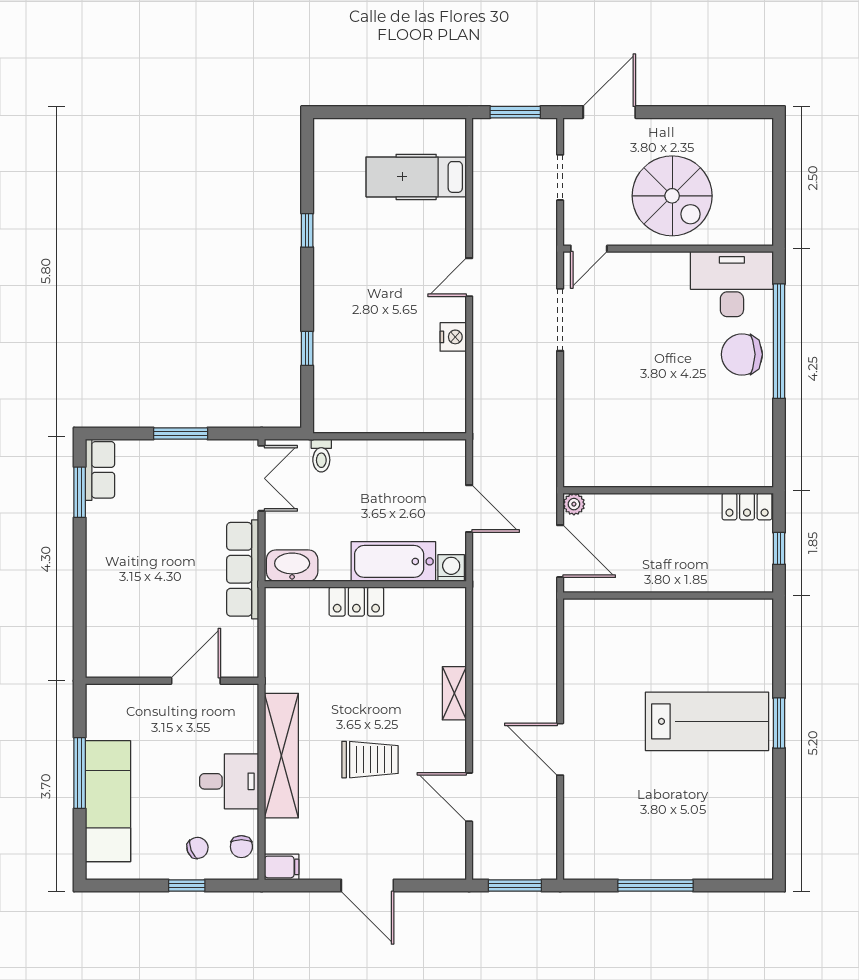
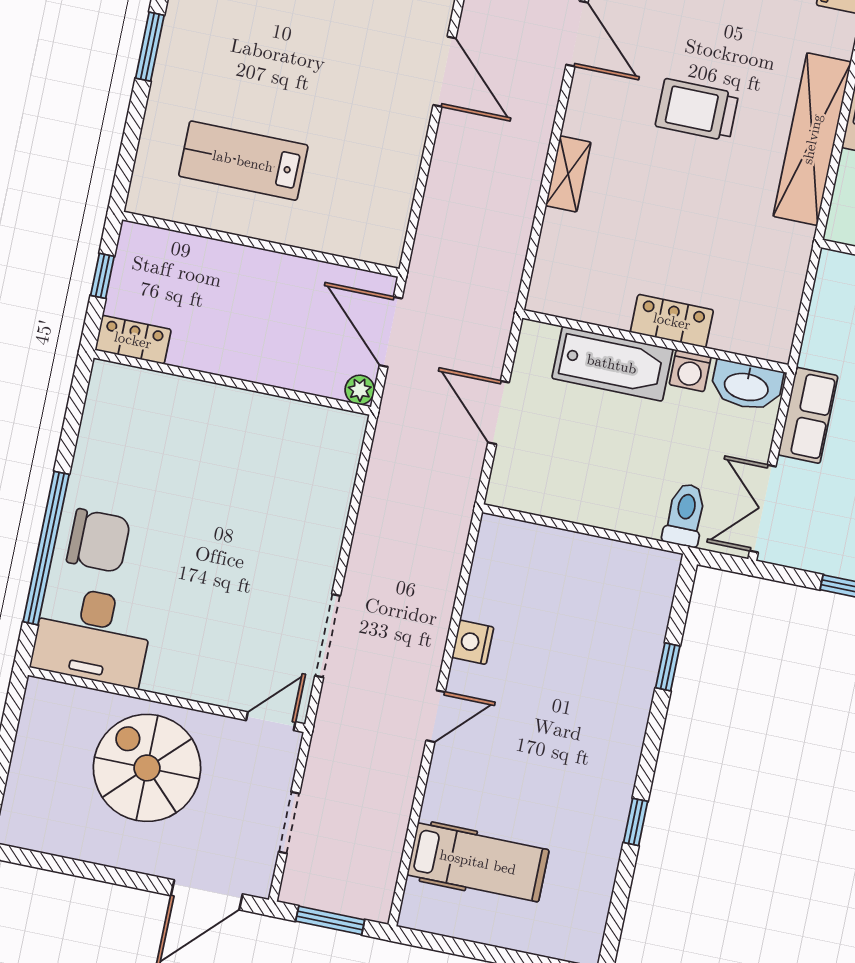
toilet: (321, 456) -> (685, 515), width x1.37, depth x1.39
washing machine: (451, 568) -> (690, 371), moved
row of seats: (243, 569) -> (808, 415), width x0.68
lab bench: (707, 721) -> (243, 161), moved, width x0.73, depth x0.72

